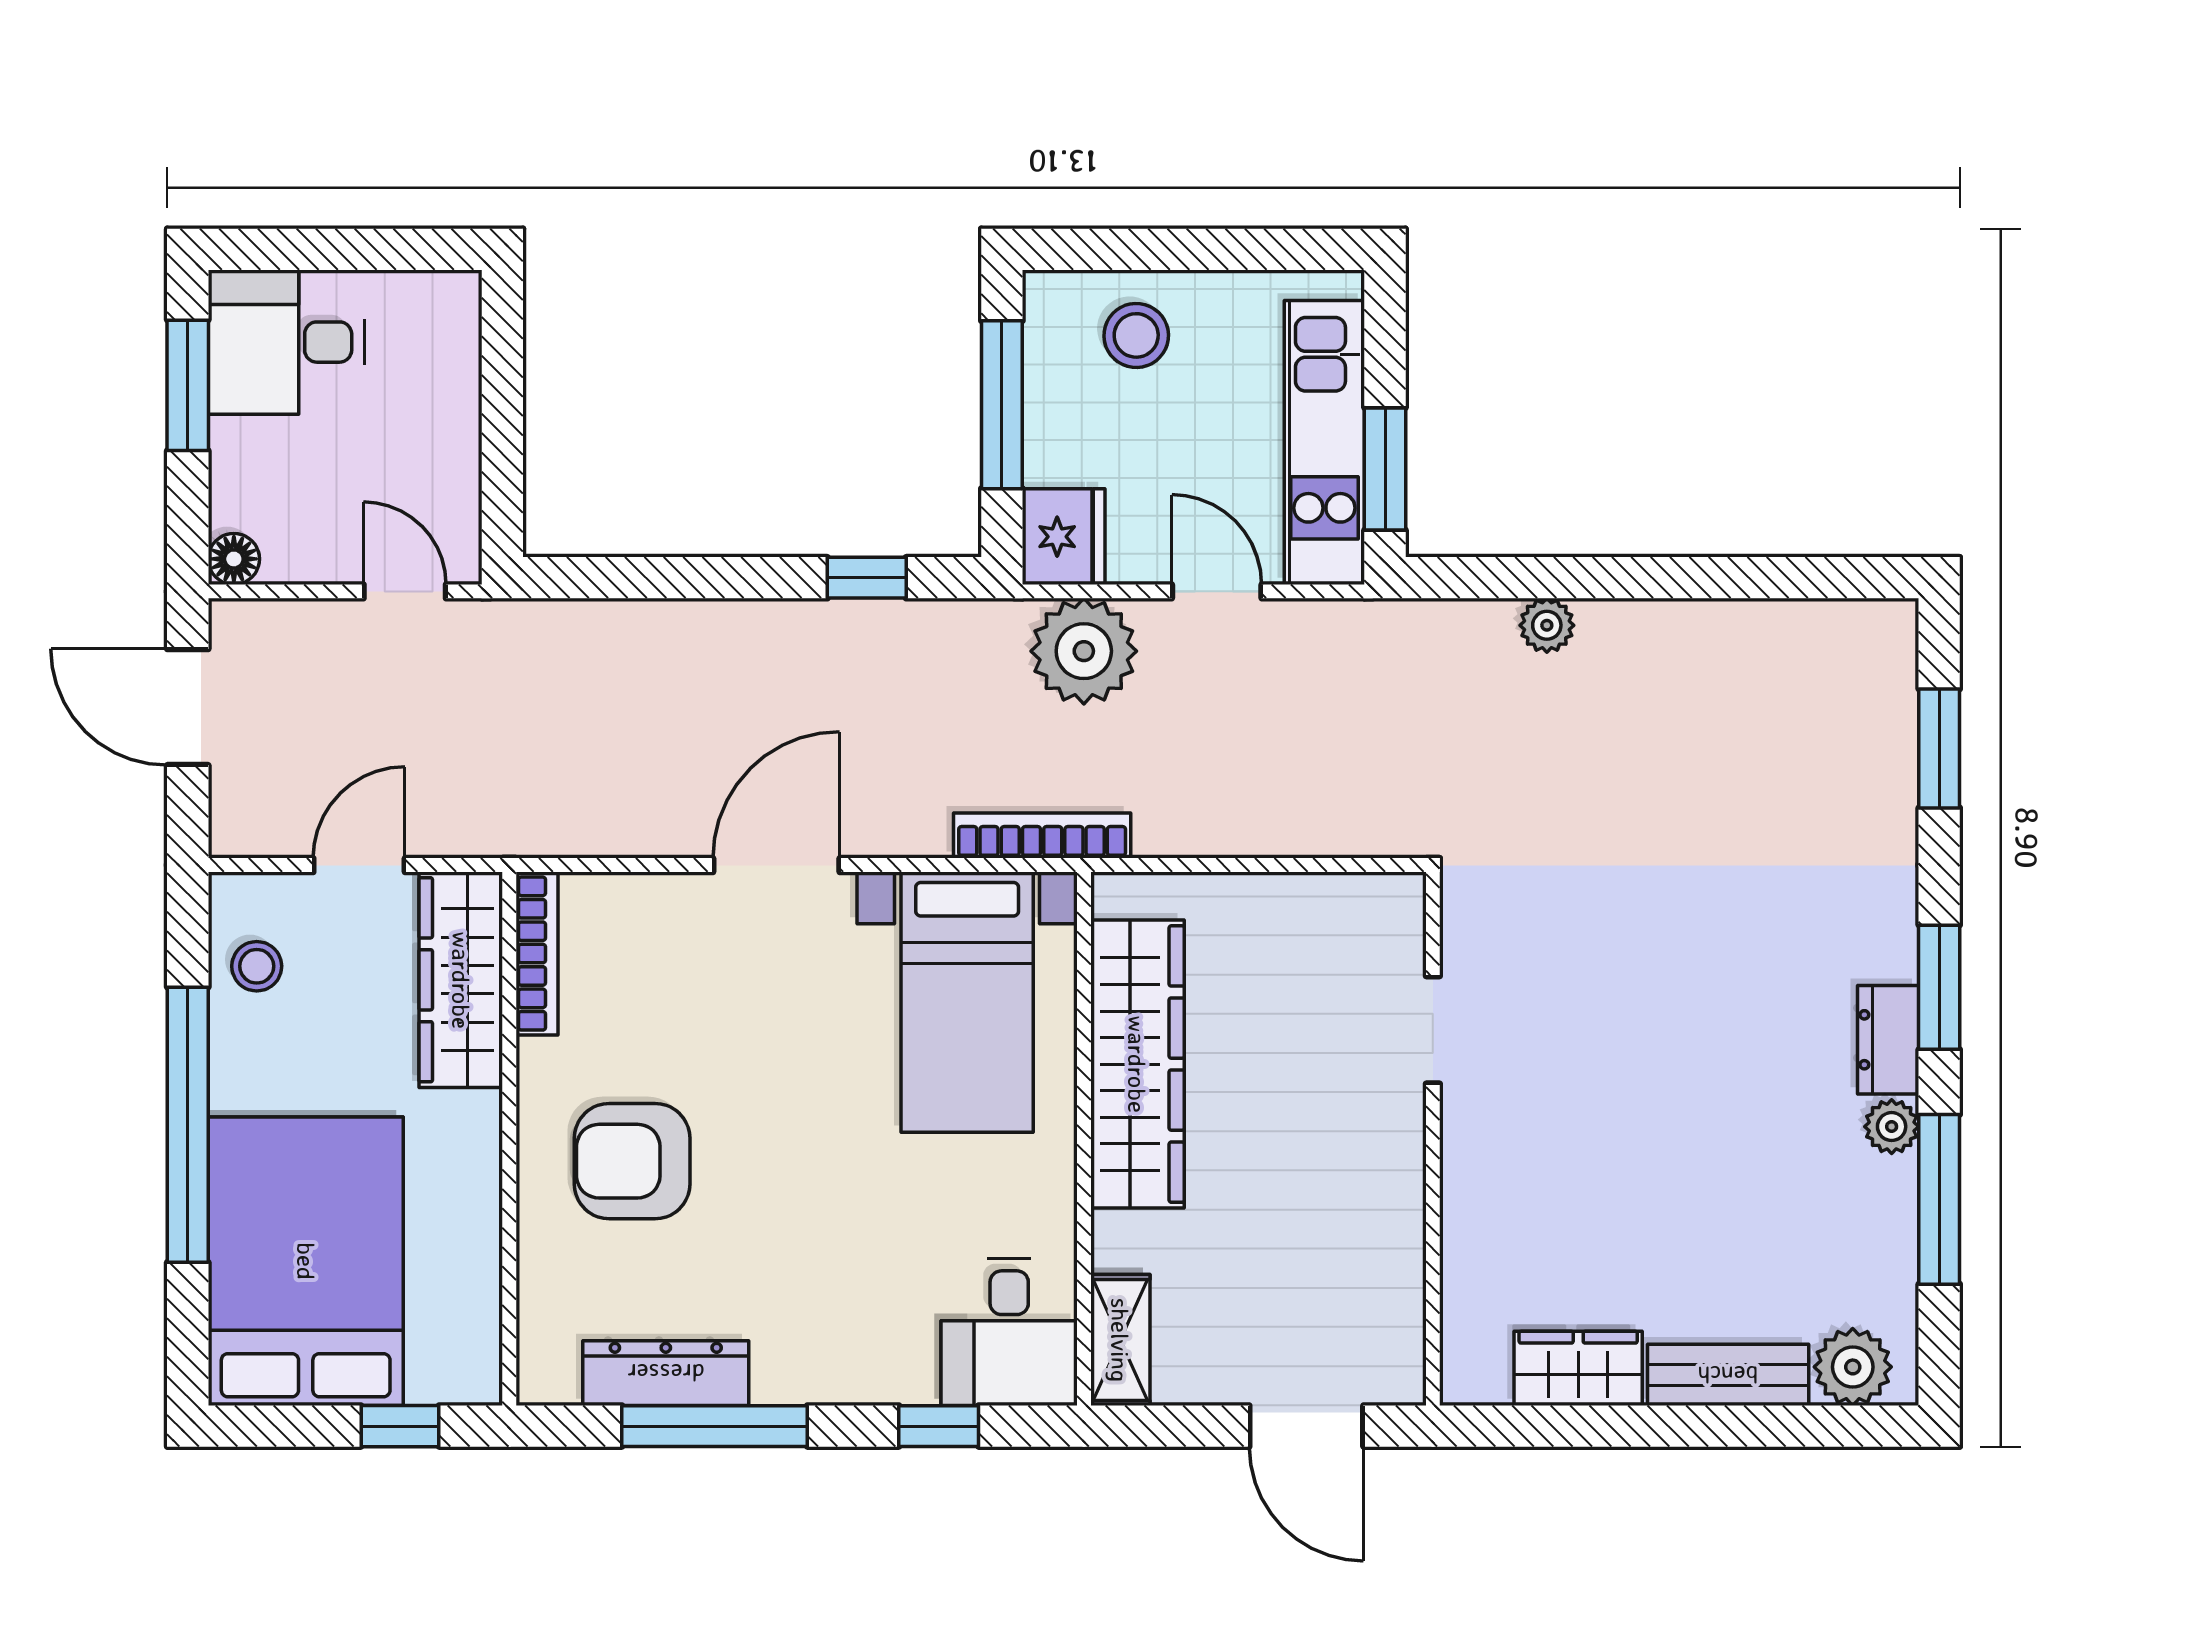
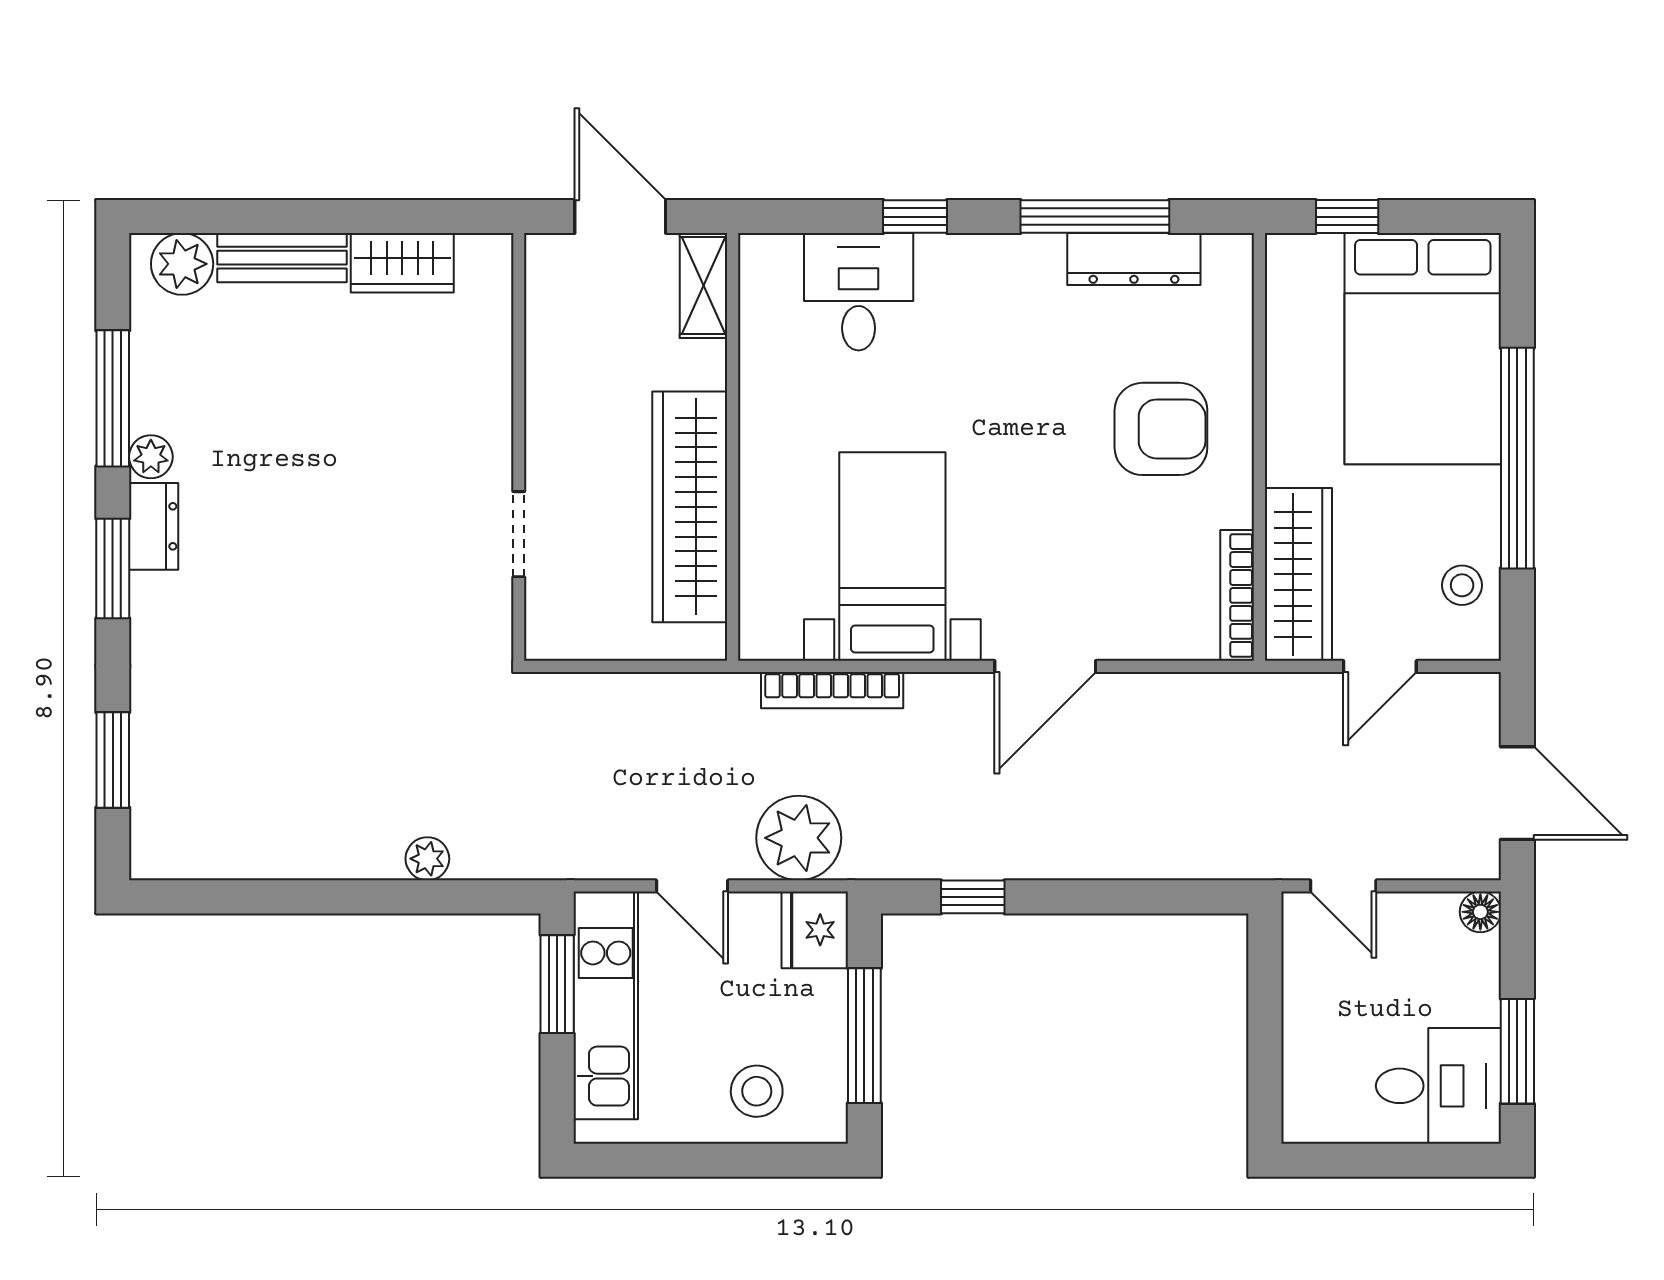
wardrobe: (1137, 1064) -> (690, 507), moved
wall: (1084, 1139) -> (733, 447), moved
shelving: (1120, 1340) -> (704, 286), moved

